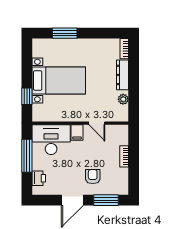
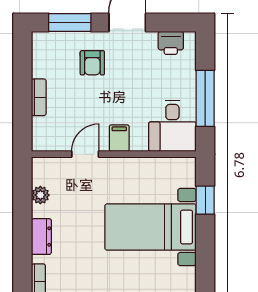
dresser: (123, 75) -> (41, 237), width x0.70
door: (97, 123) -> (85, 154), hinge flipped
desk: (51, 140) -> (172, 126), width x0.73
printer: (39, 178) -> (171, 43), moved, turned -90

